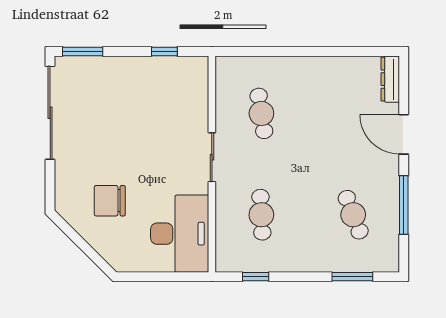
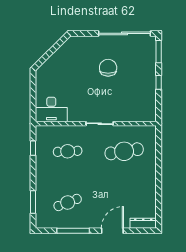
window: (164, 52) -> (159, 82), moved
cafe table: (261, 113) -> (124, 151), width x1.37, depth x1.35
chair: (110, 201) -> (108, 68), moved
desk: (180, 234) -> (51, 109), width x0.73, depth x0.77

